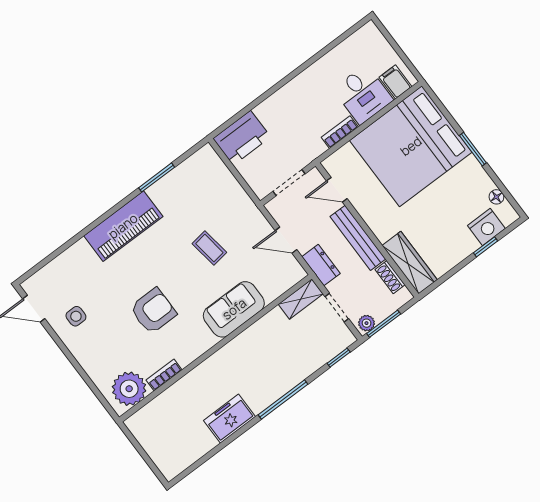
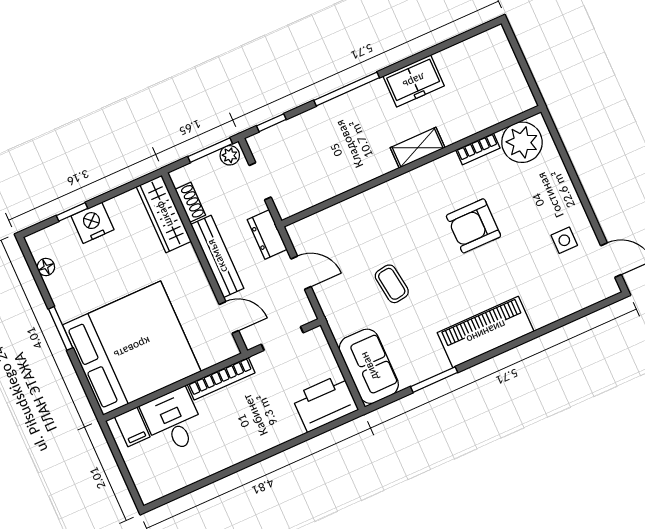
bookcase: (340, 132) -> (221, 379), width x1.56
nightstand: (486, 227) -> (92, 223), moved
shelving: (301, 299) -> (418, 148), moved
sofa: (234, 309) -> (369, 366), moved, turned -90

